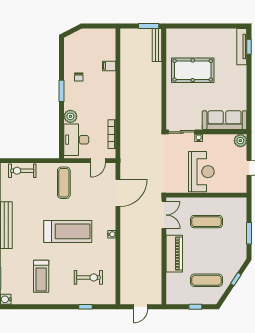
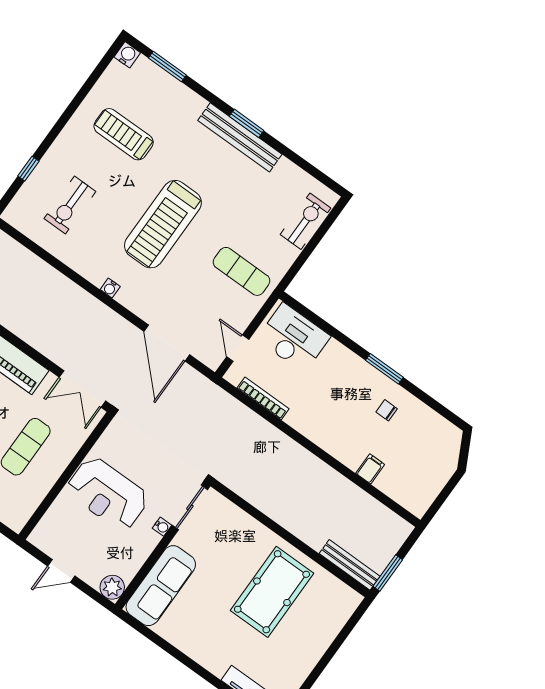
plant: (70, 116) -> (336, 354), removed

